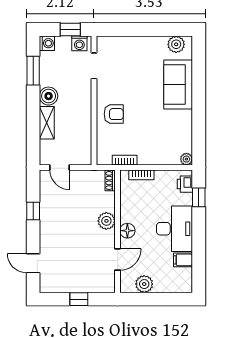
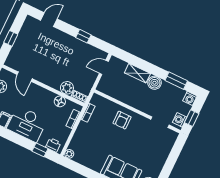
plant: (106, 221) -> (67, 88), moved
floor lamp: (127, 231) -> (60, 101), moved

